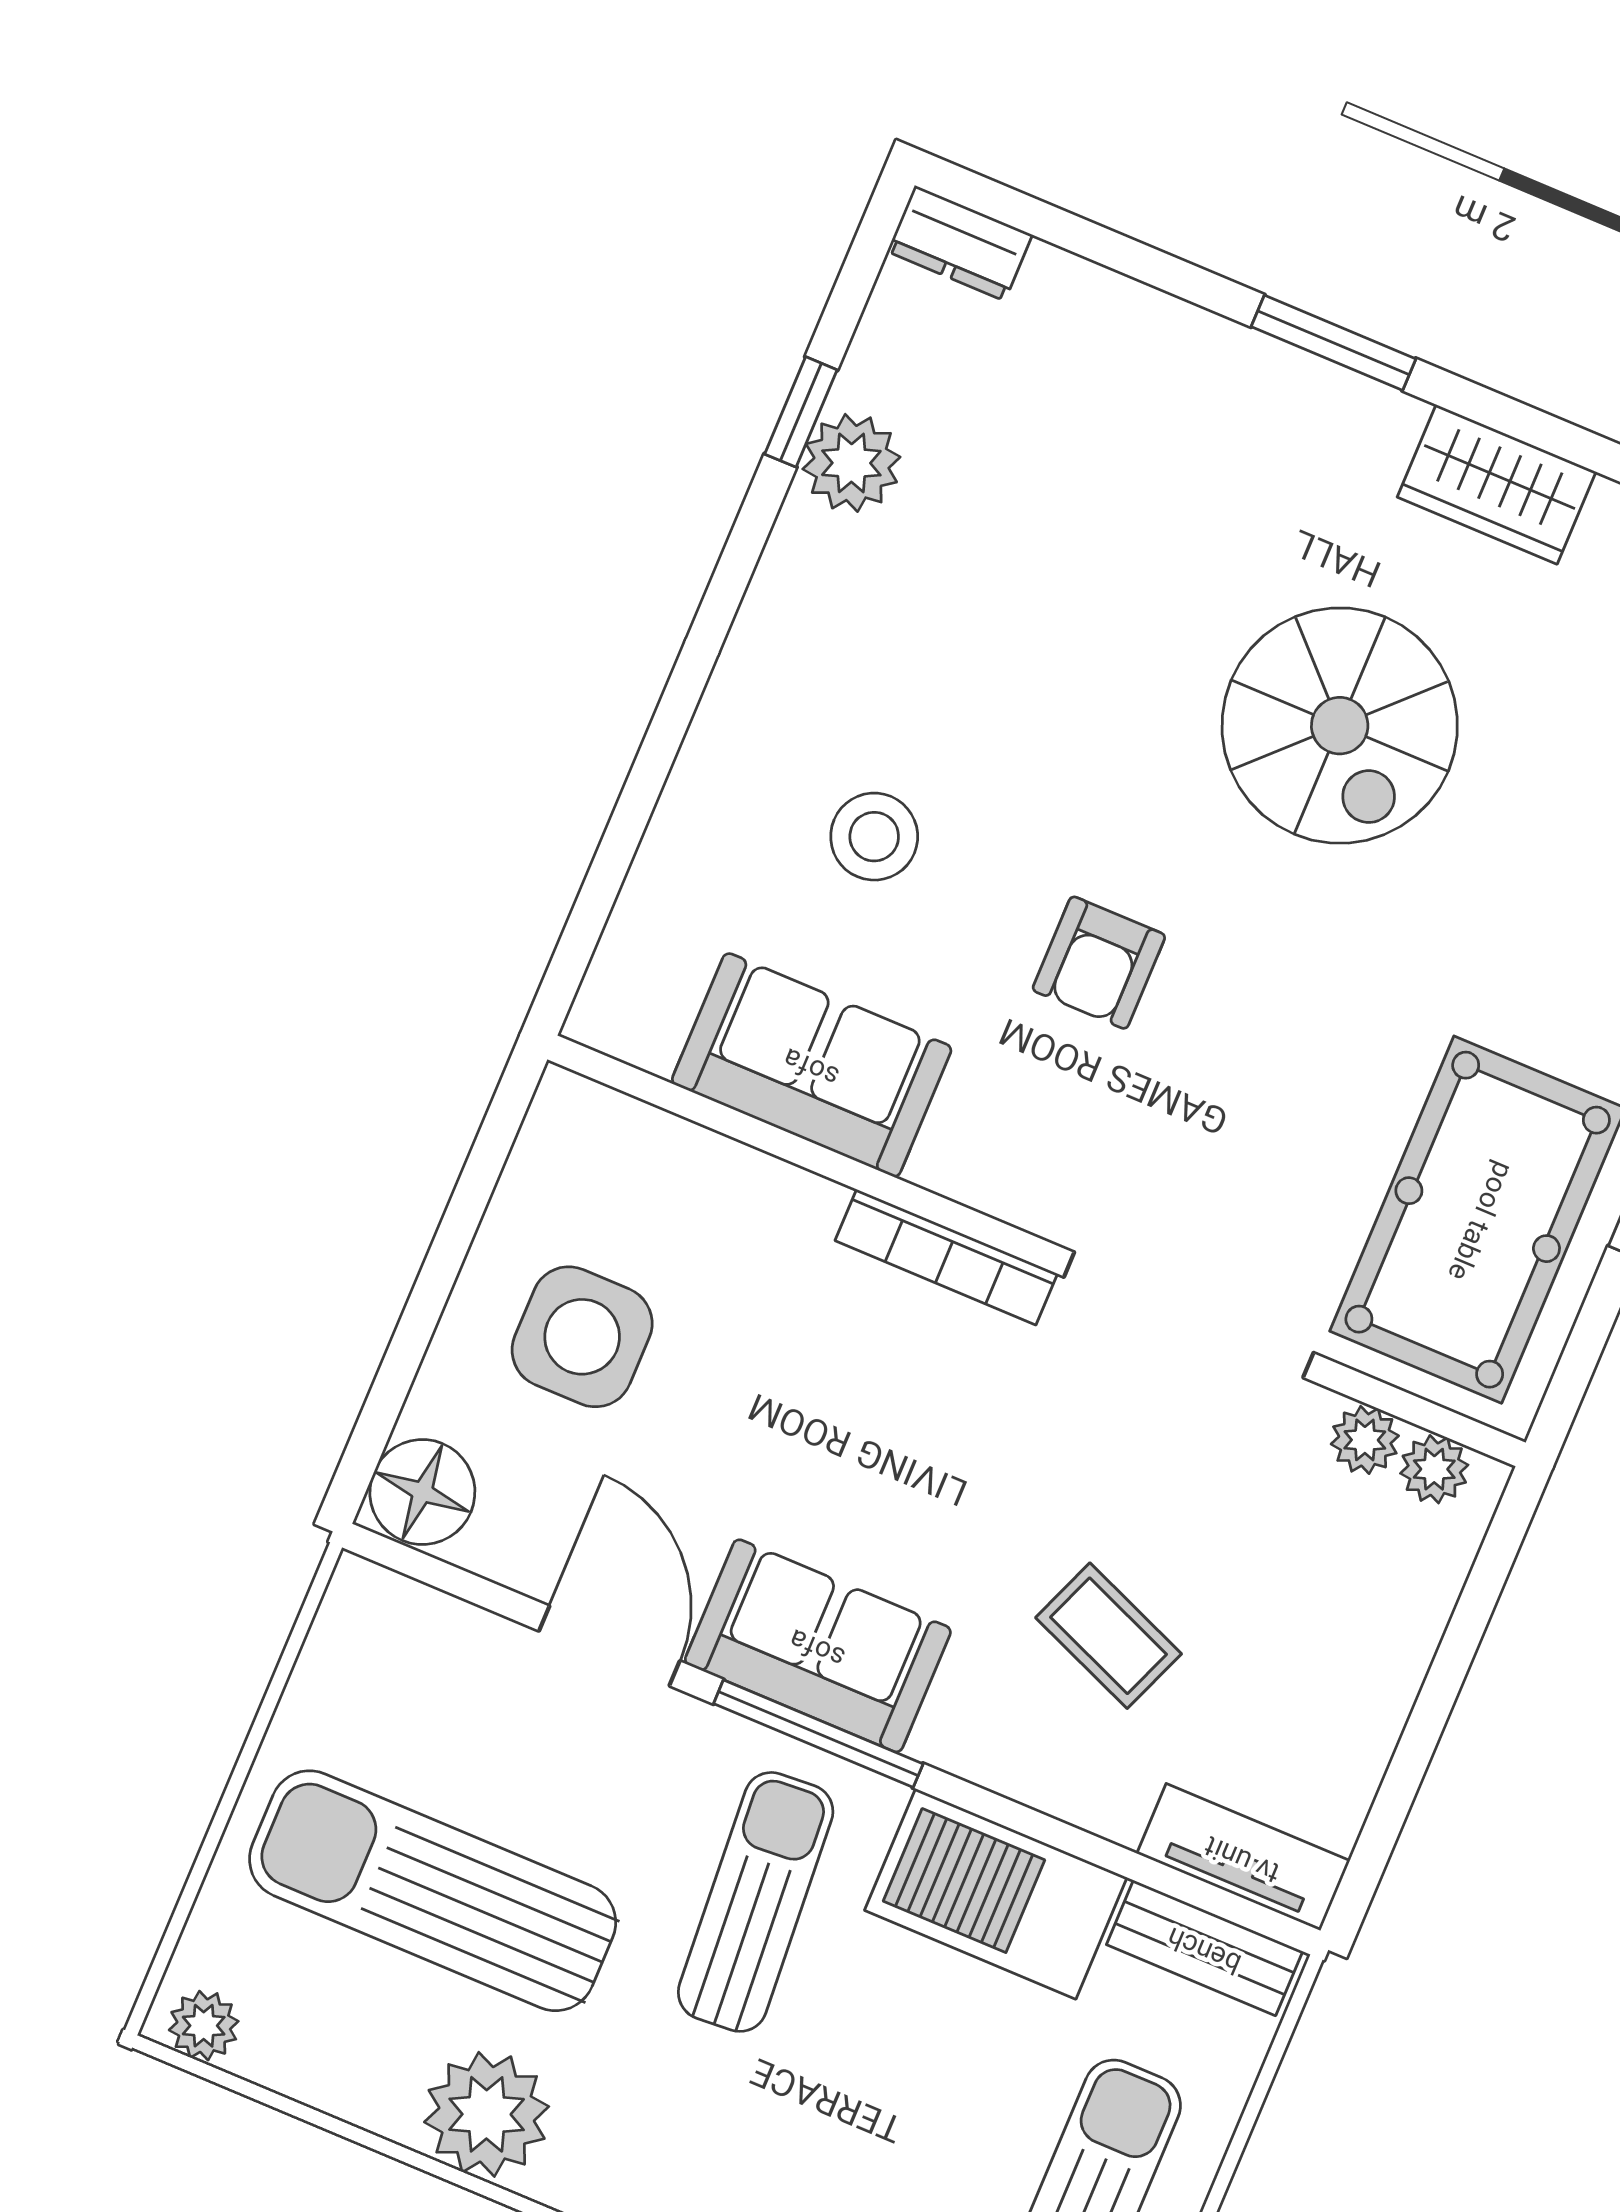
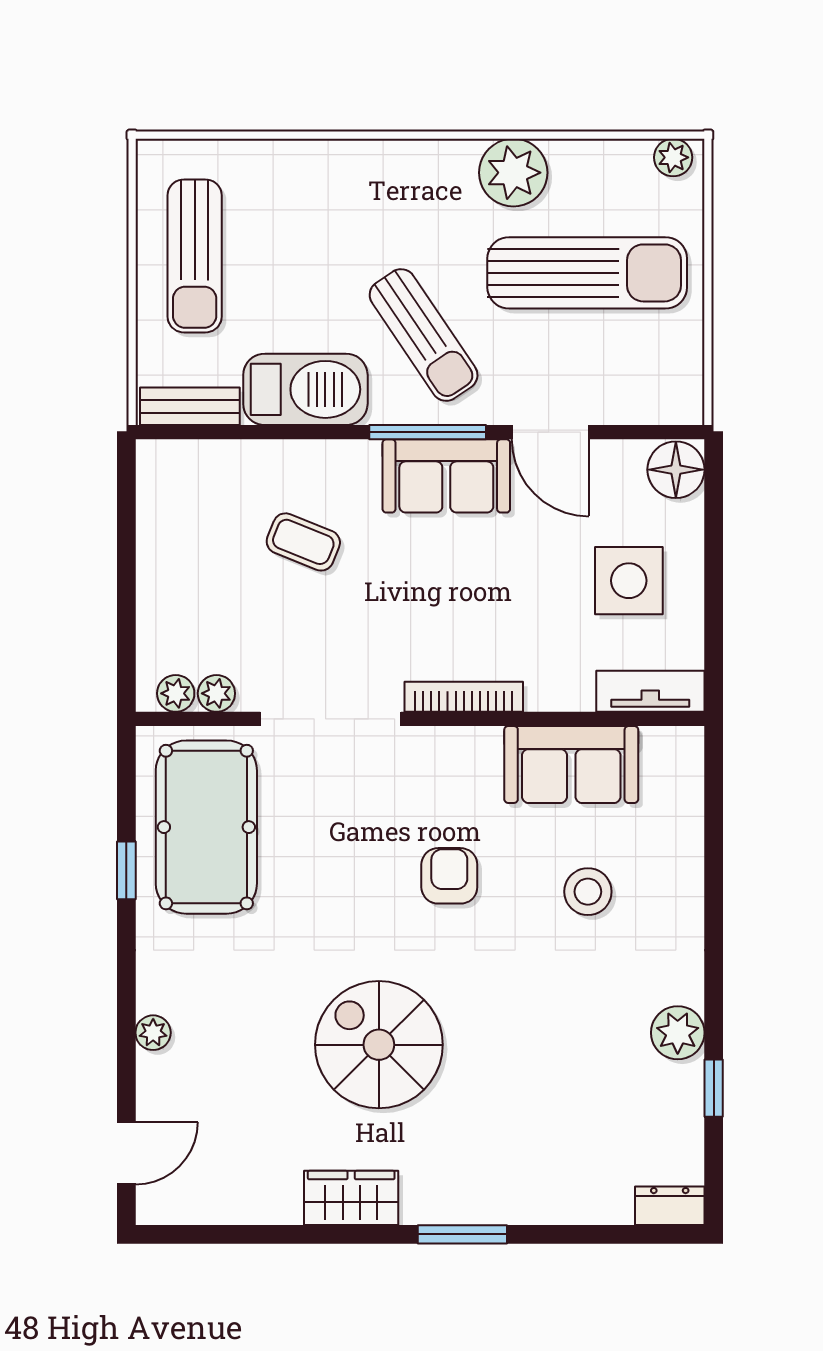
plant: (851, 463) -> (678, 1033), moved
tv unit: (1243, 1857) -> (650, 691), moved, turned 180
sun lounger: (756, 1902) -> (424, 335), turned -30

